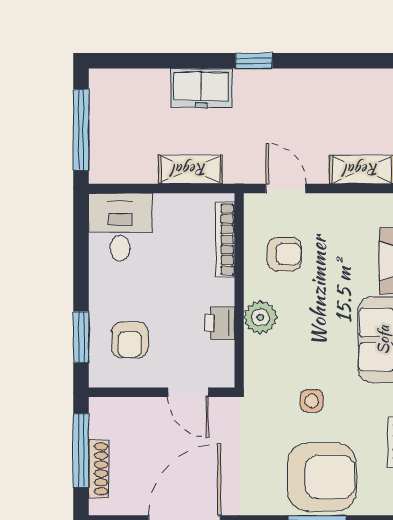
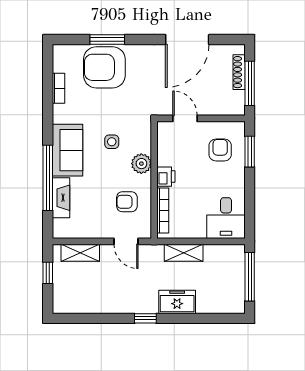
printer: (220, 323) -> (166, 177), moved
side table: (312, 401) -> (112, 142), moved

